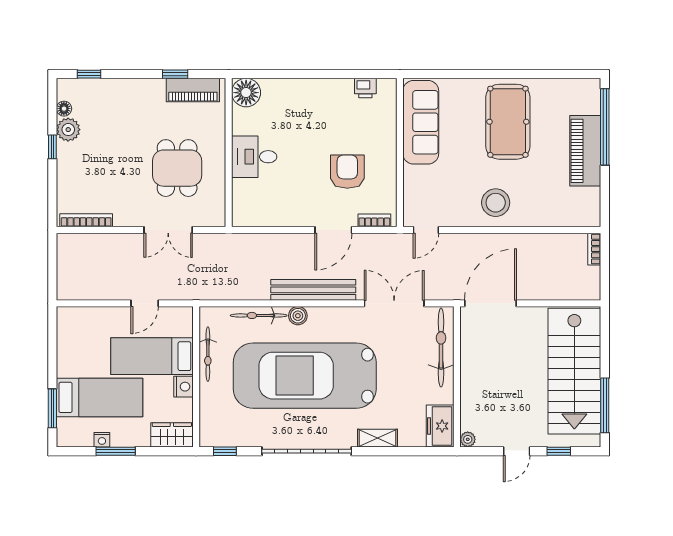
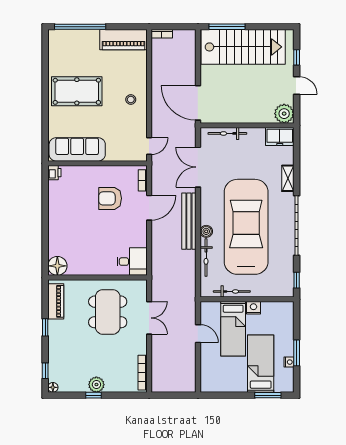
window: (175, 74) -> (45, 327), moved
printer: (365, 88) -> (54, 173), moved
floor lamp: (64, 109) -> (53, 387), moved
plant: (68, 130) -> (96, 385), moved
piano: (585, 151) -> (123, 40), moved
desk: (254, 157) -> (132, 262), moved, turned -90
dining table: (177, 168) -> (108, 312), width x1.37
stool: (496, 203) -> (131, 99), width x0.53, depth x0.53
door: (333, 230) -> (149, 208), hinge flipped
door: (426, 230) -> (149, 146), hinge flipped
bicycle: (441, 347) -> (227, 133), width x0.73, depth x0.71
car: (305, 376) -> (246, 227), turned 180
window: (605, 405) -> (227, 27), moved
wardrobe: (172, 435) -> (286, 315), removed
plant: (468, 439) -> (284, 114), width x1.87, depth x1.87

